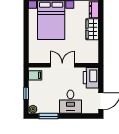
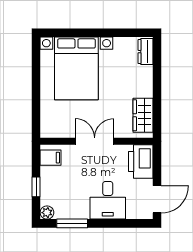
wardrobe: (92, 29) -> (143, 115), moved

